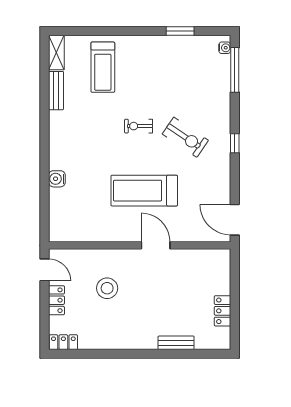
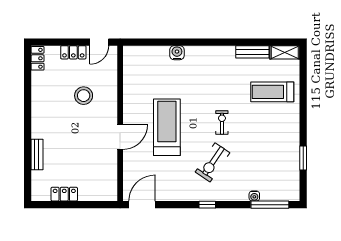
water cooler: (225, 48) -> (254, 196), moved

